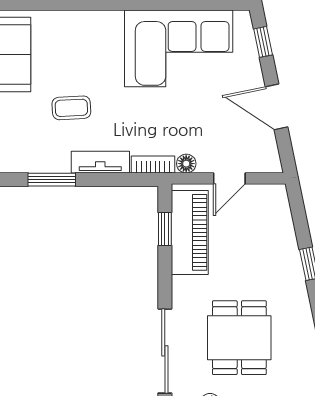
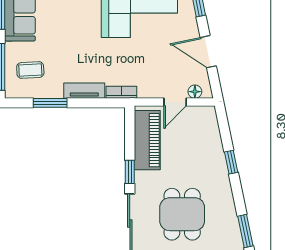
coffee table: (71, 108) -> (30, 70), moved
floor lamp: (186, 164) -> (195, 92), moved
window: (165, 229) -> (130, 172), moved

